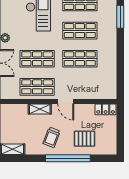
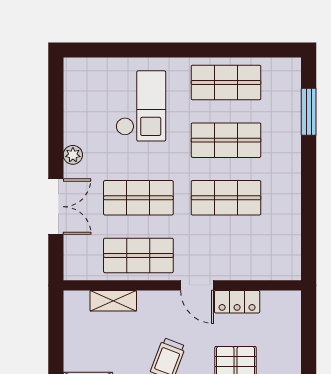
shelving: (40, 109) -> (113, 301), moved
locker: (106, 109) -> (237, 302), moved

